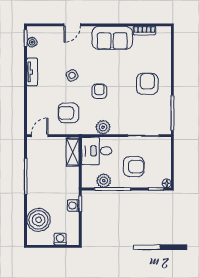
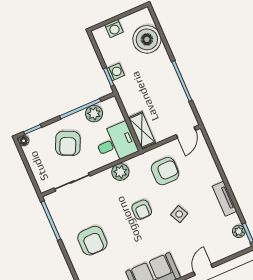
armchair: (134, 167) -> (68, 143), turned -65

